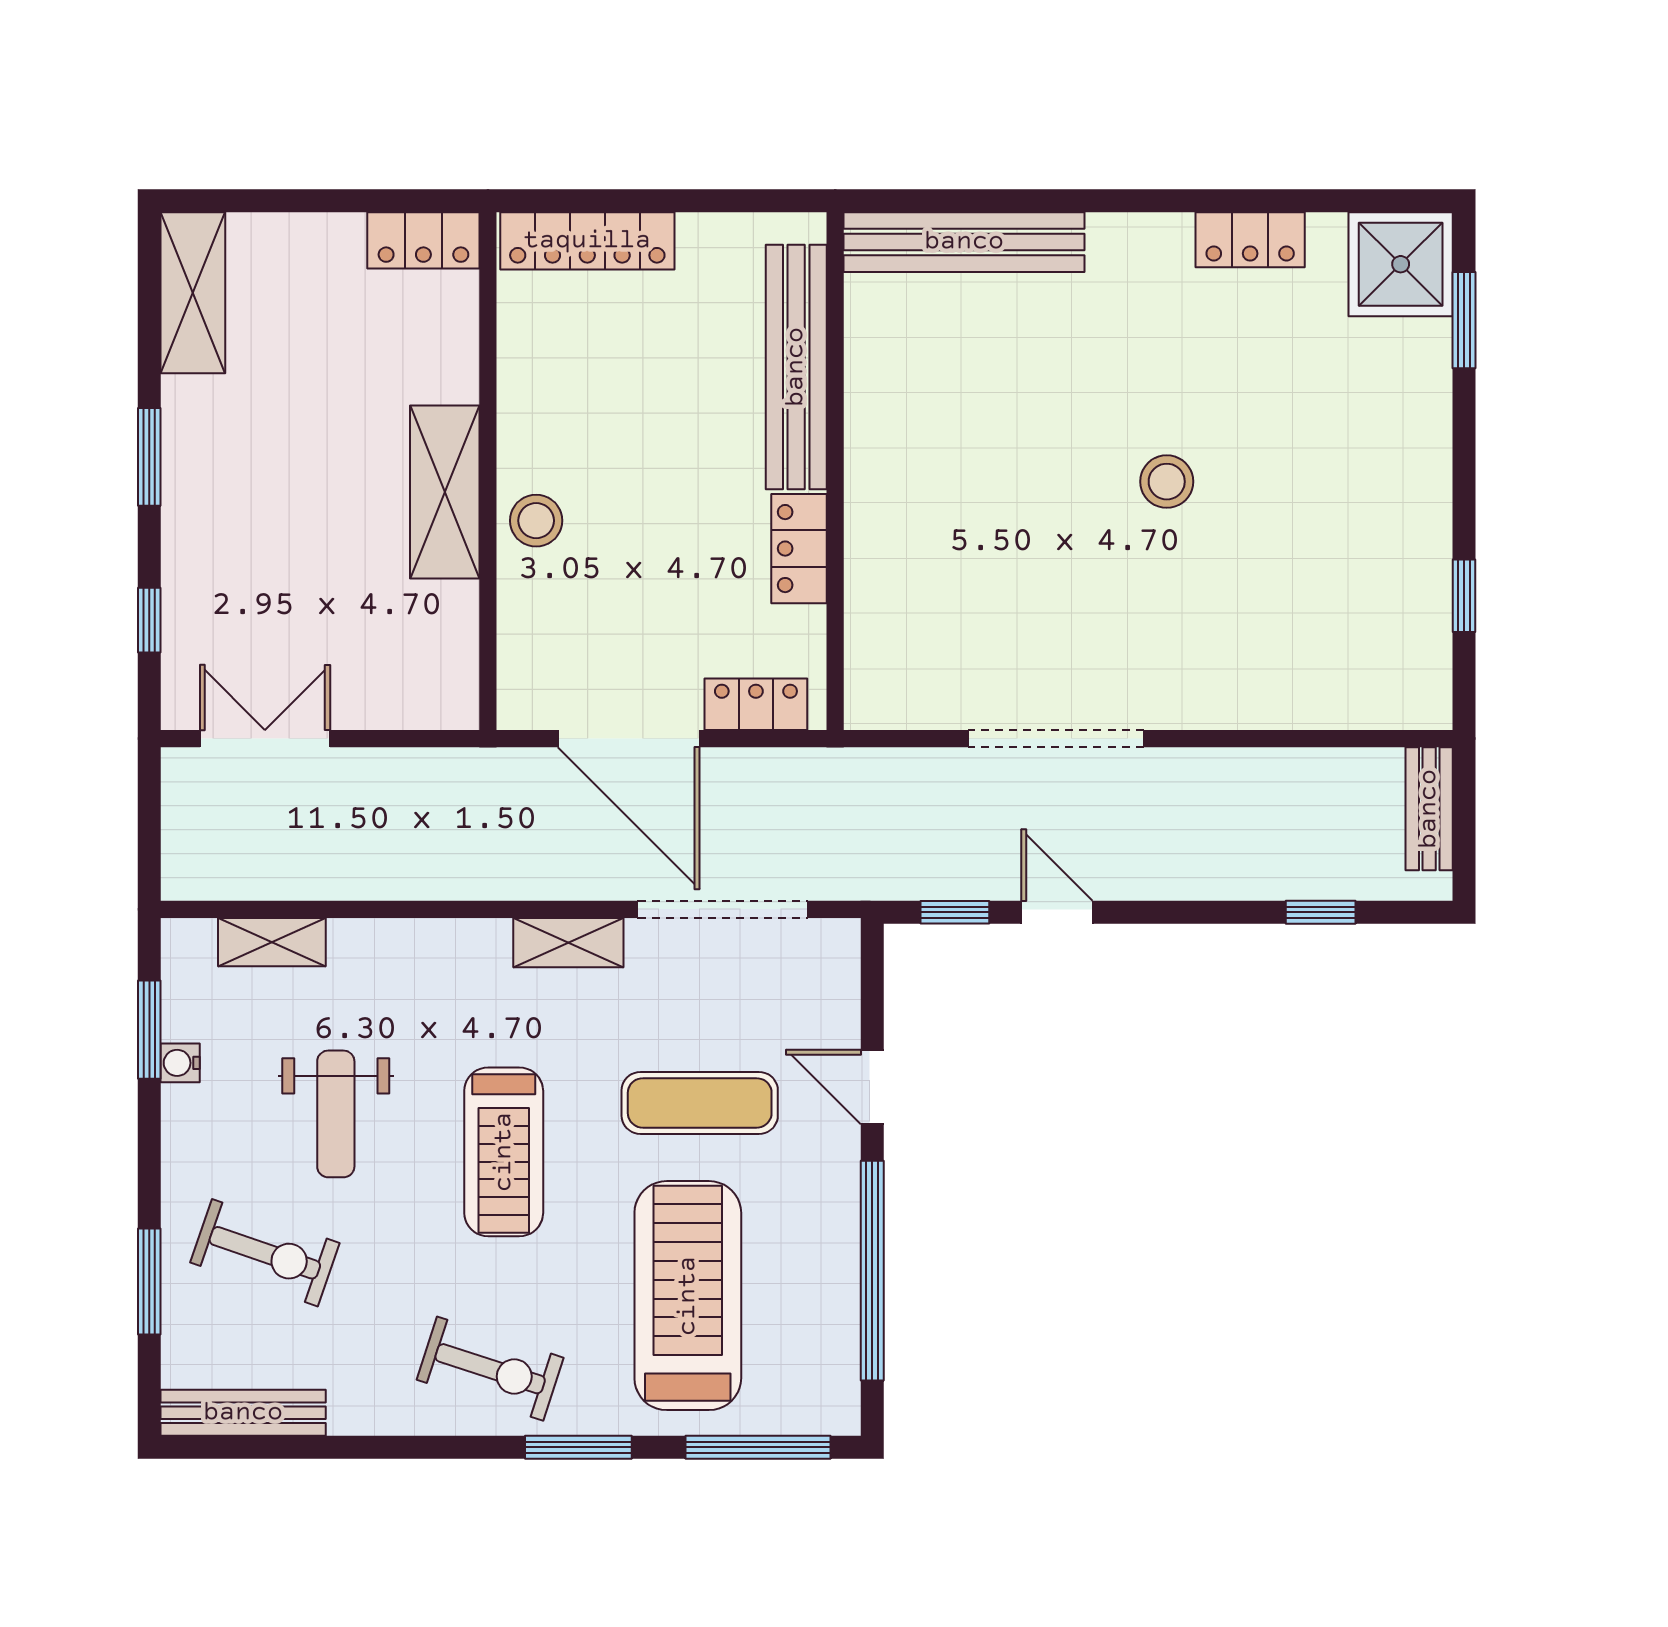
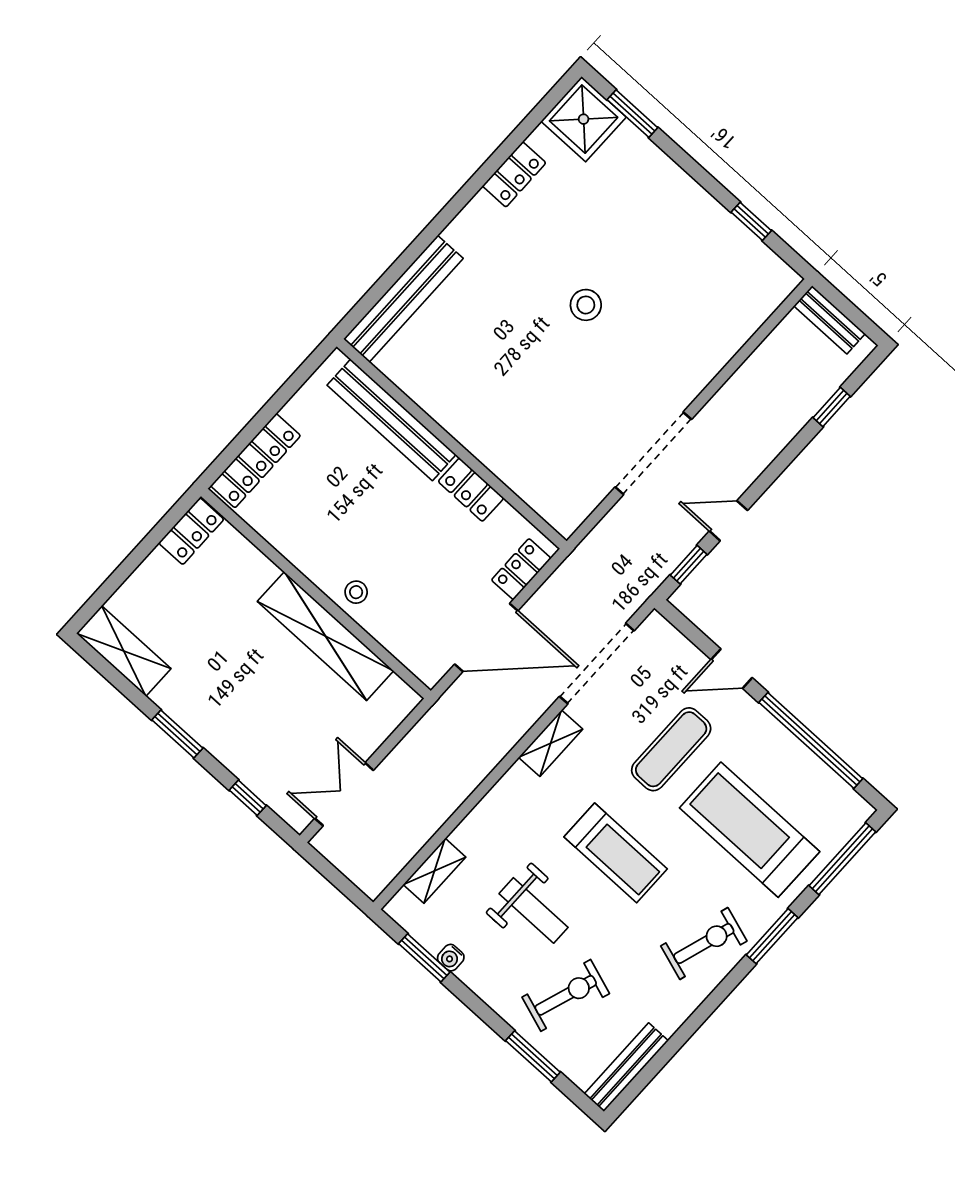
shelving: (445, 492) -> (325, 636), width x1.47
stool: (536, 521) -> (356, 592), width x0.73, depth x0.73

